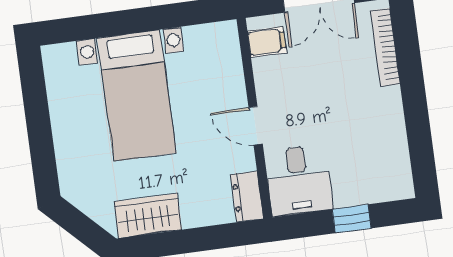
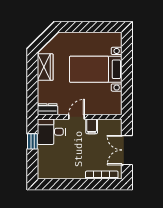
filing cabinet: (267, 42) -> (92, 126), moved
window: (352, 219) -> (32, 141), moved

